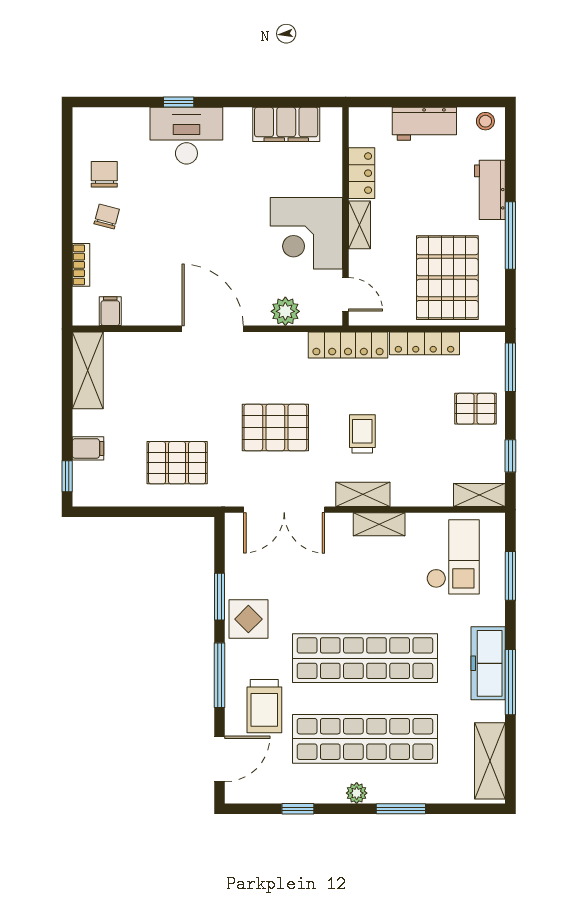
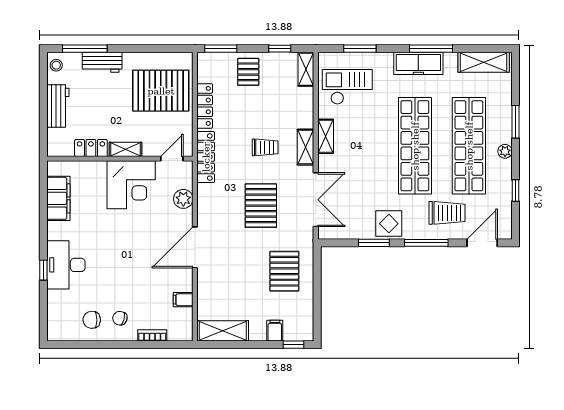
window: (510, 236) -> (85, 49), moved
filing cabinet: (110, 311) -> (183, 300), moved
trolley: (362, 434) -> (265, 147), turned 180
door: (220, 759) -> (482, 243), hinge flipped

